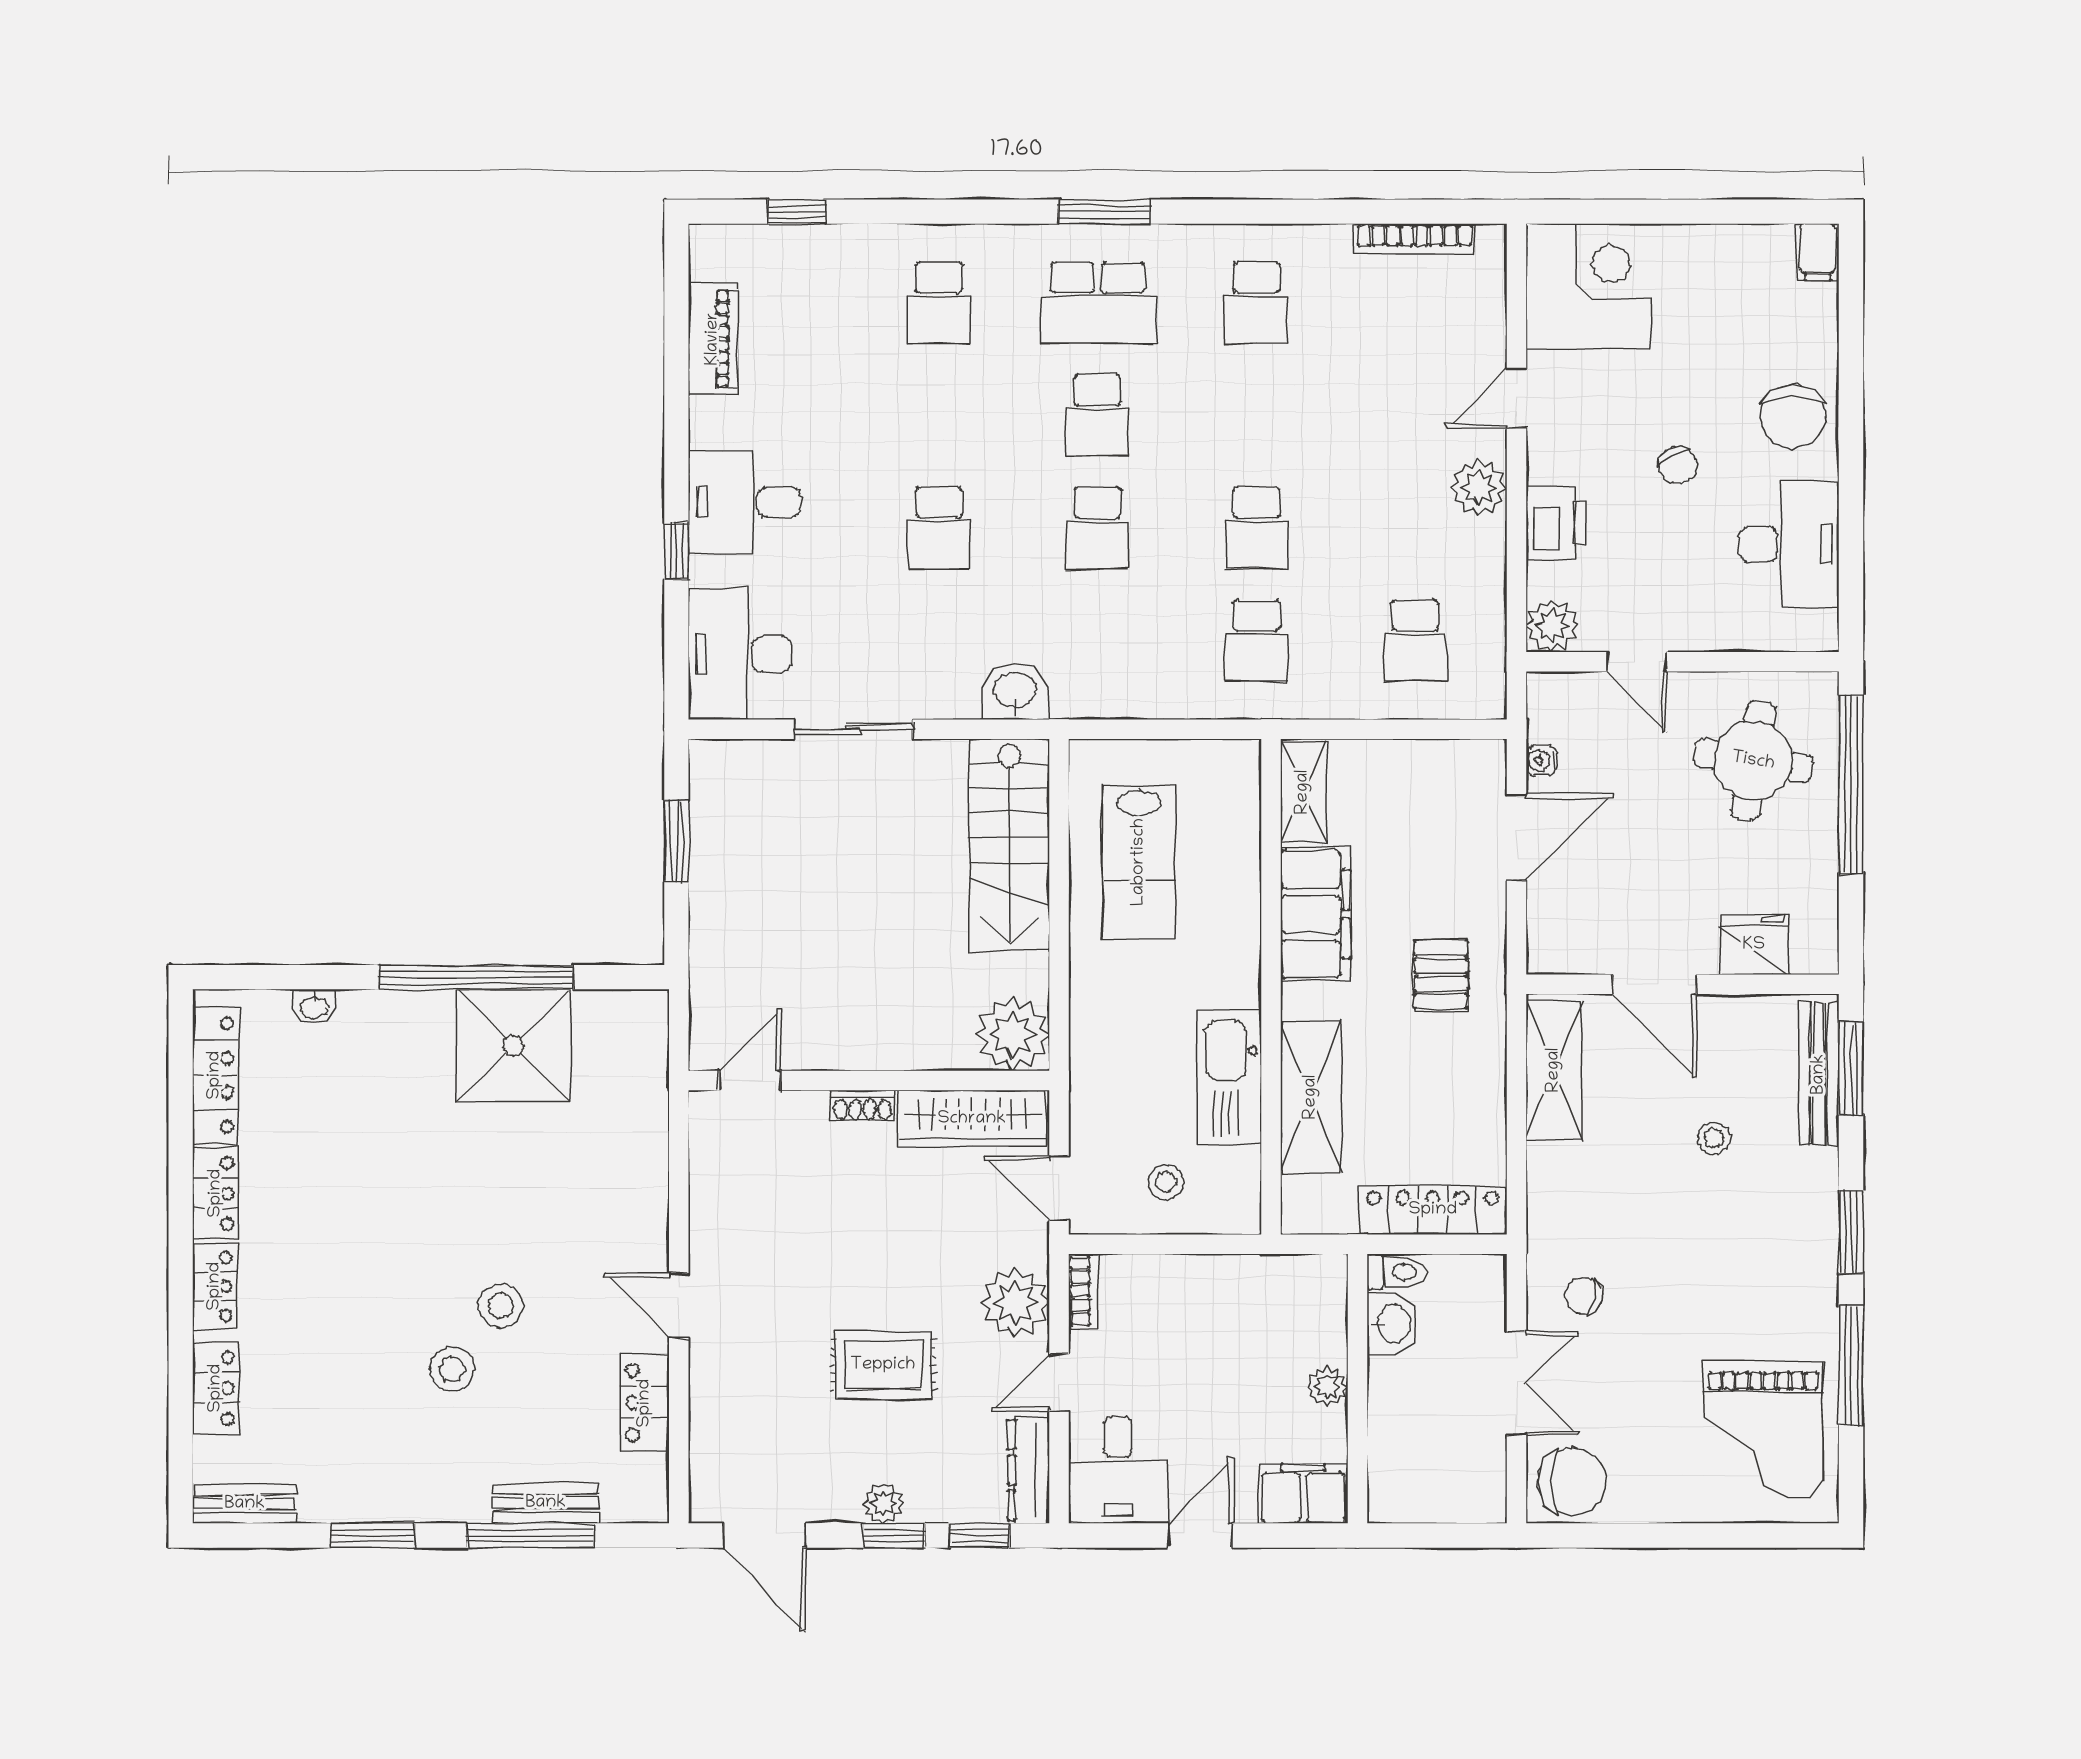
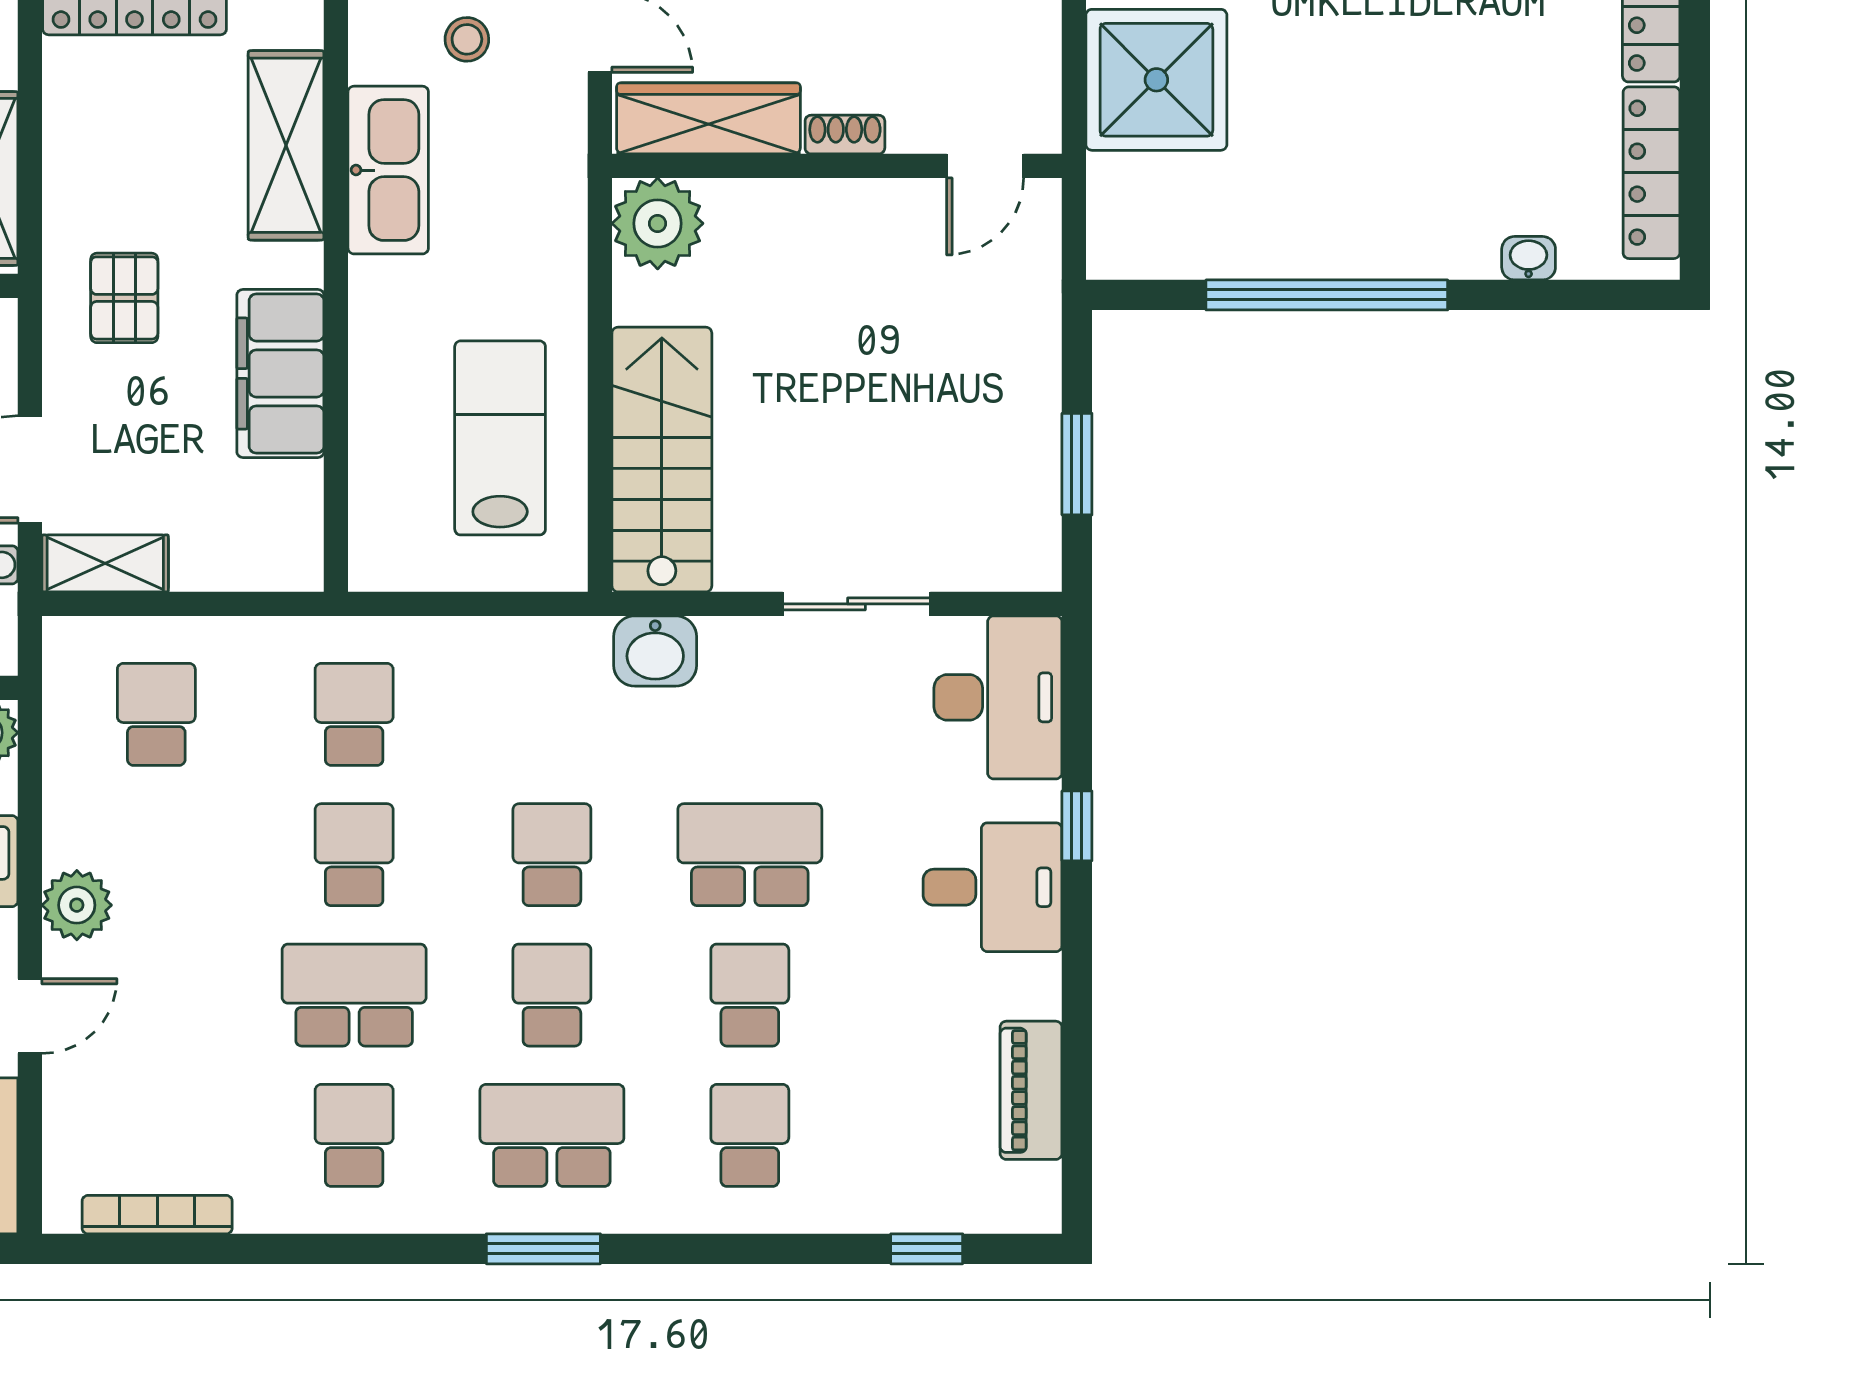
school desk: (939, 415) -> (750, 995), added
school desk: (1256, 415) -> (354, 995), added
school desk: (939, 528) -> (750, 855), width x1.85
shelving: (1303, 792) -> (105, 563), moved, turned 90
shower: (513, 1046) -> (1156, 80), moved

